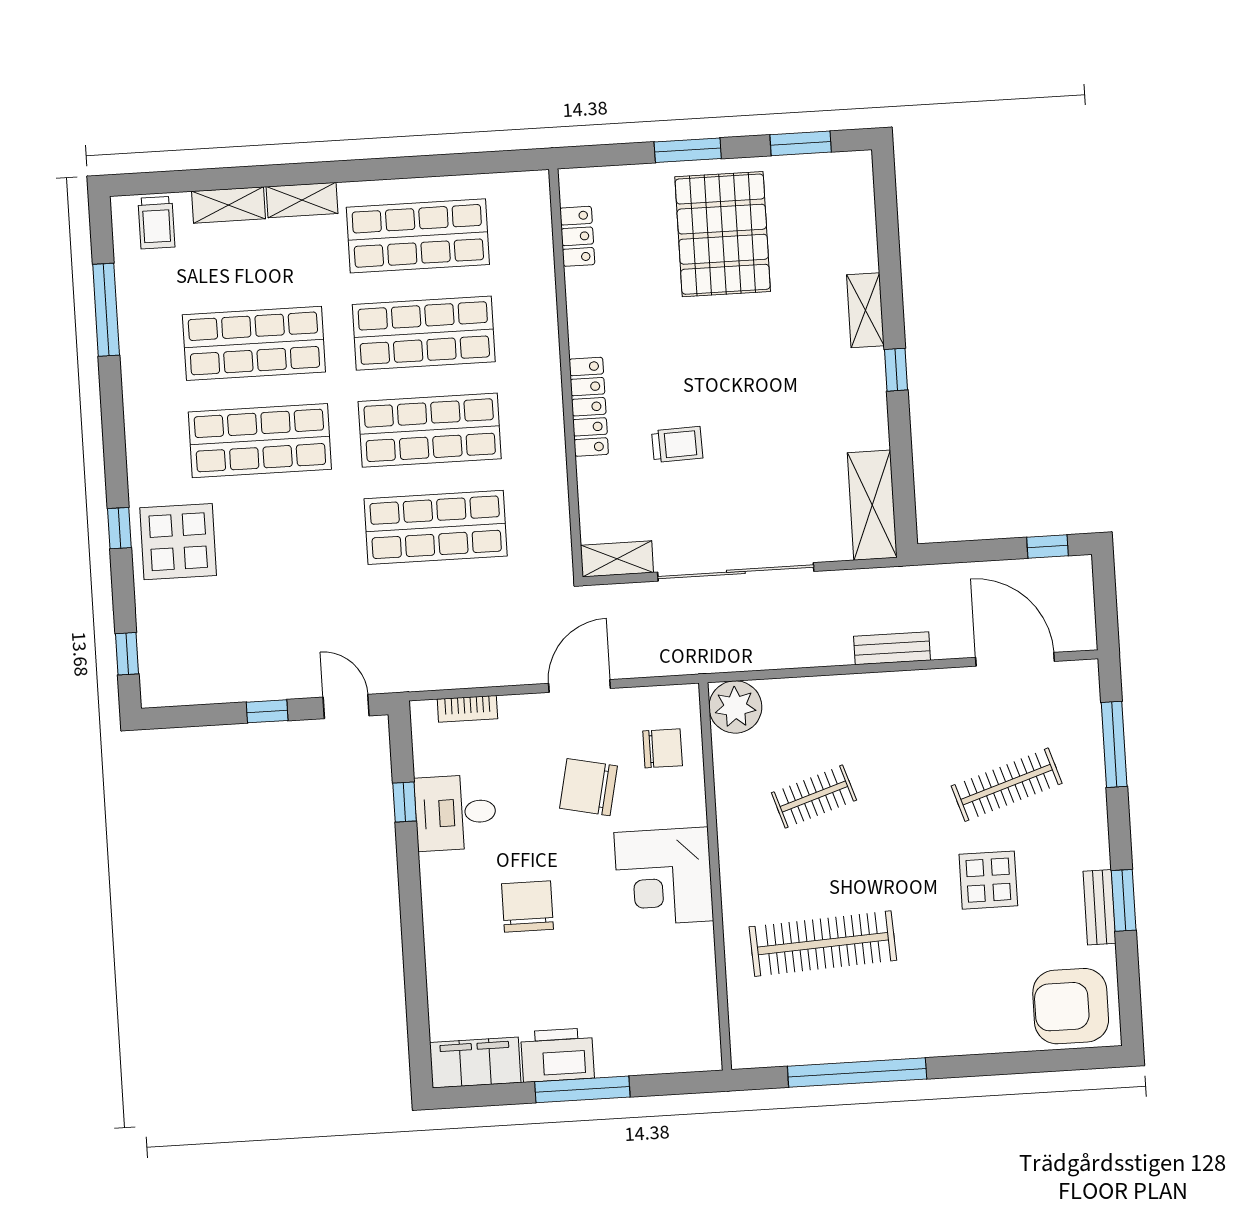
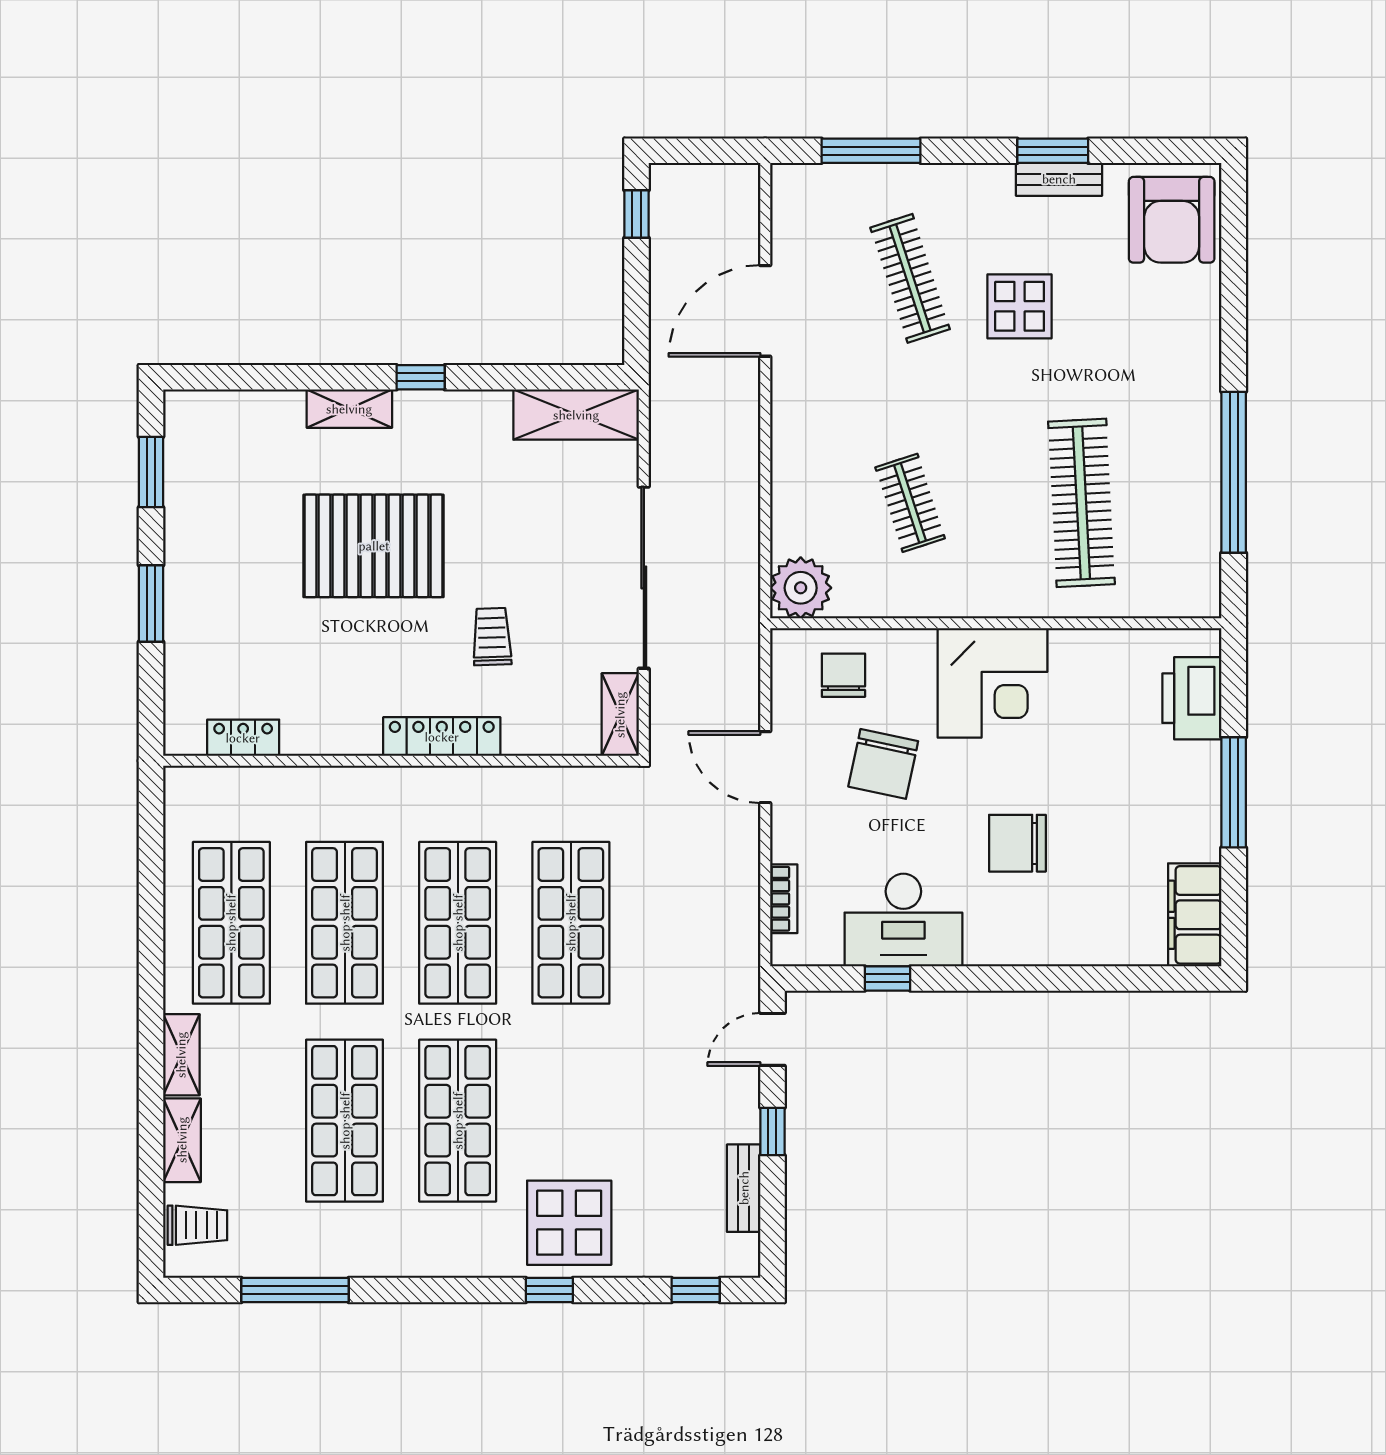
pallet: (723, 234) -> (374, 546), moved
bench: (892, 648) -> (744, 1188), moved
door: (1015, 659) -> (765, 311), moved
desk: (456, 813) -> (903, 920), width x1.37
printer: (557, 1055) -> (1192, 698), moved

